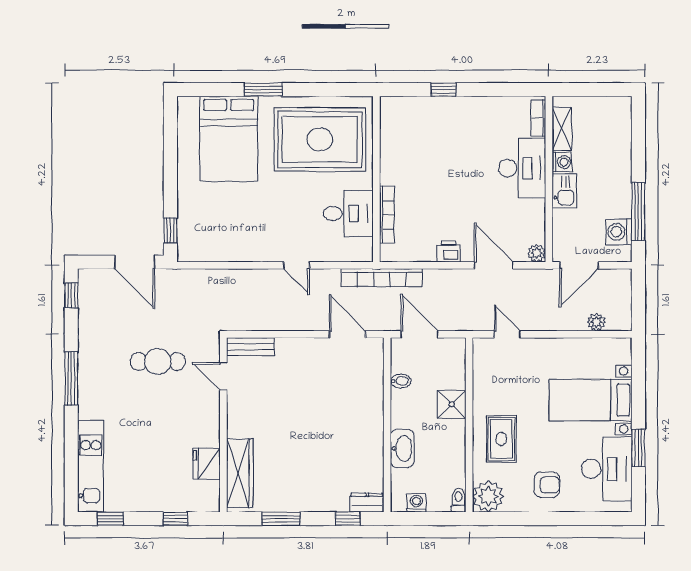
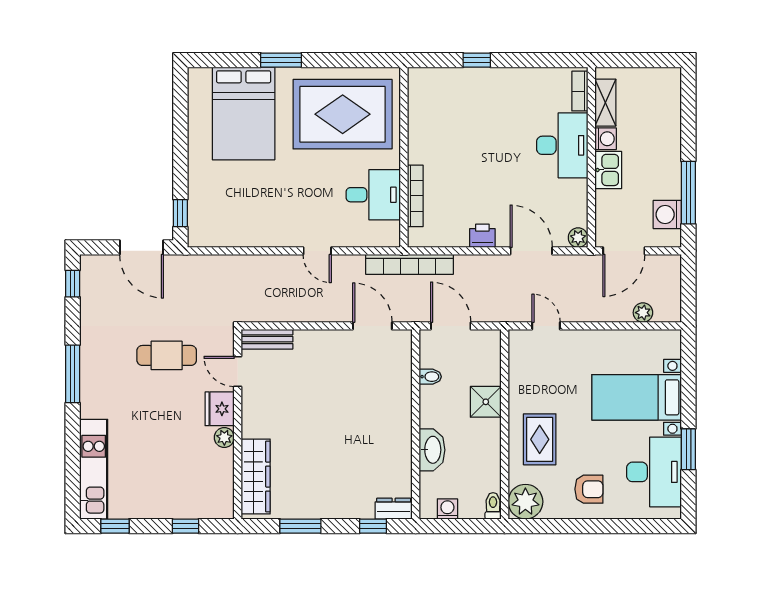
plant: (211, 437) -> (224, 438), added
fridge: (207, 464) -> (220, 409), moved

